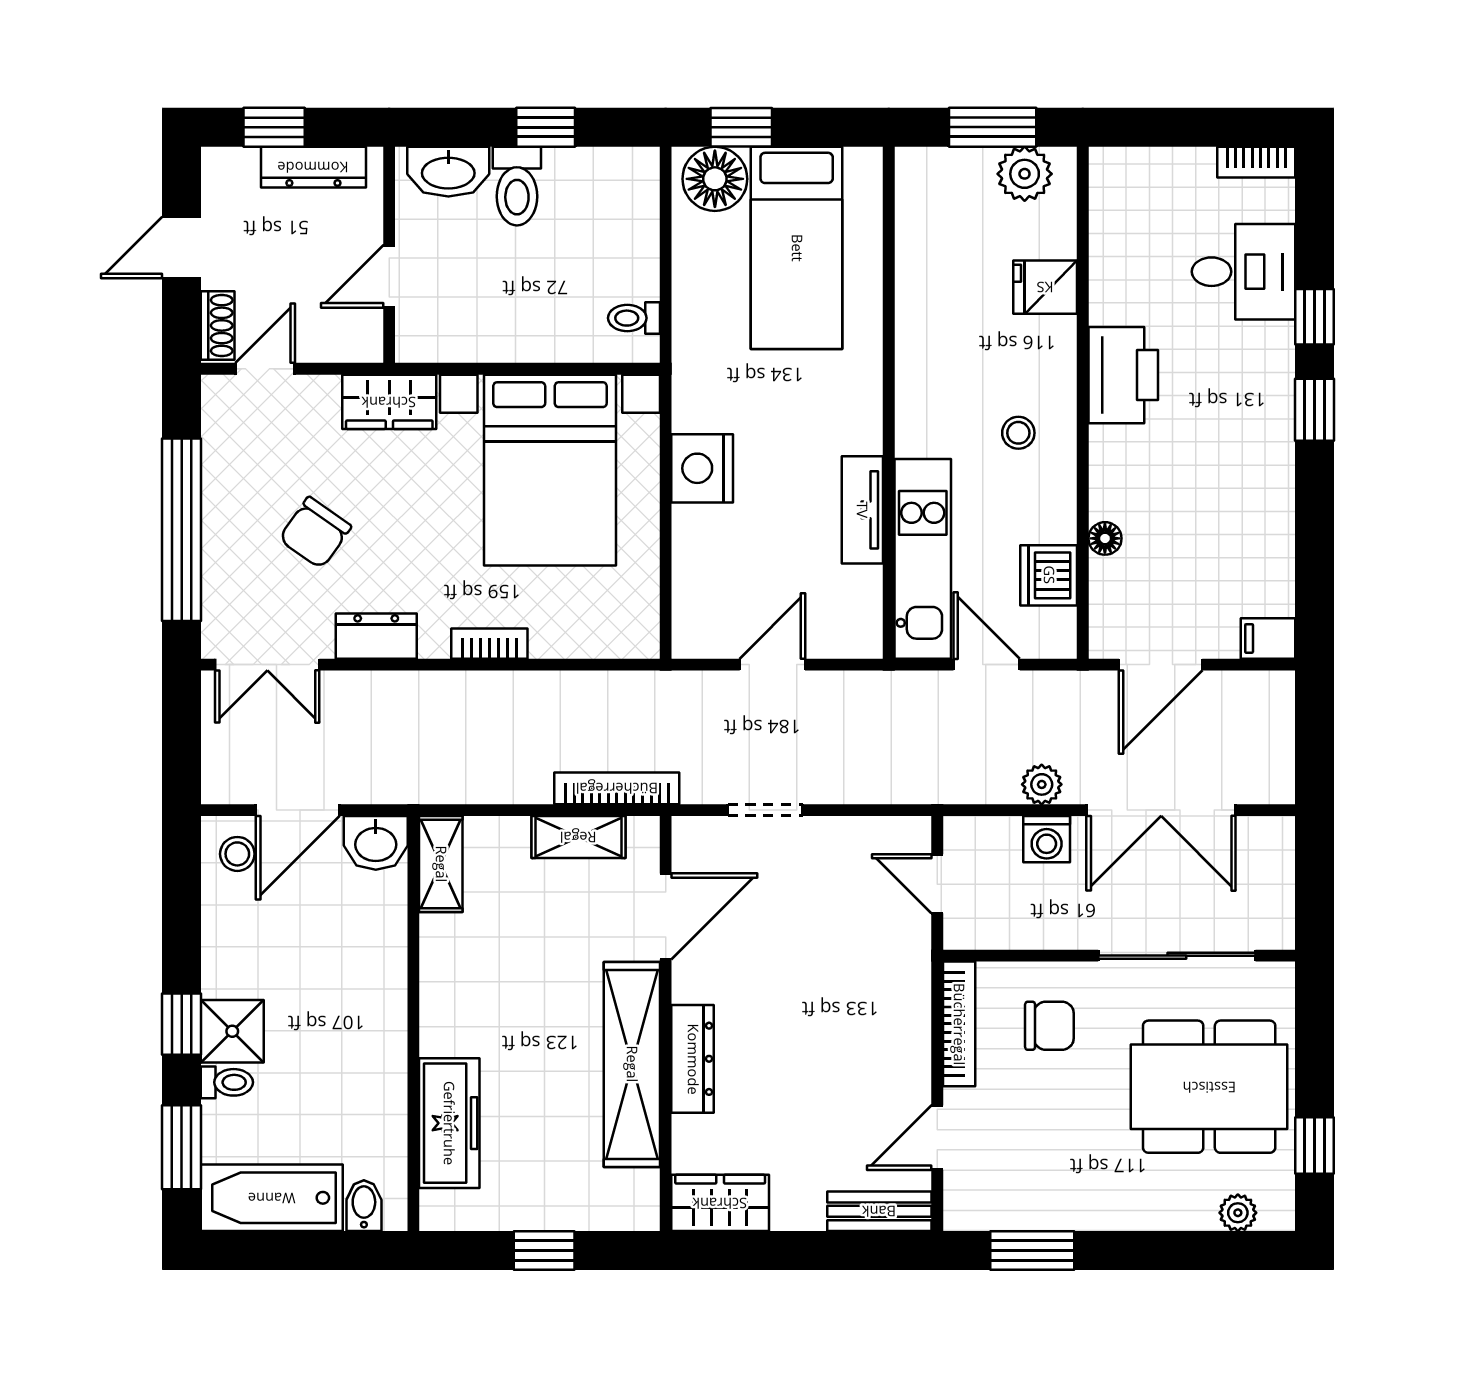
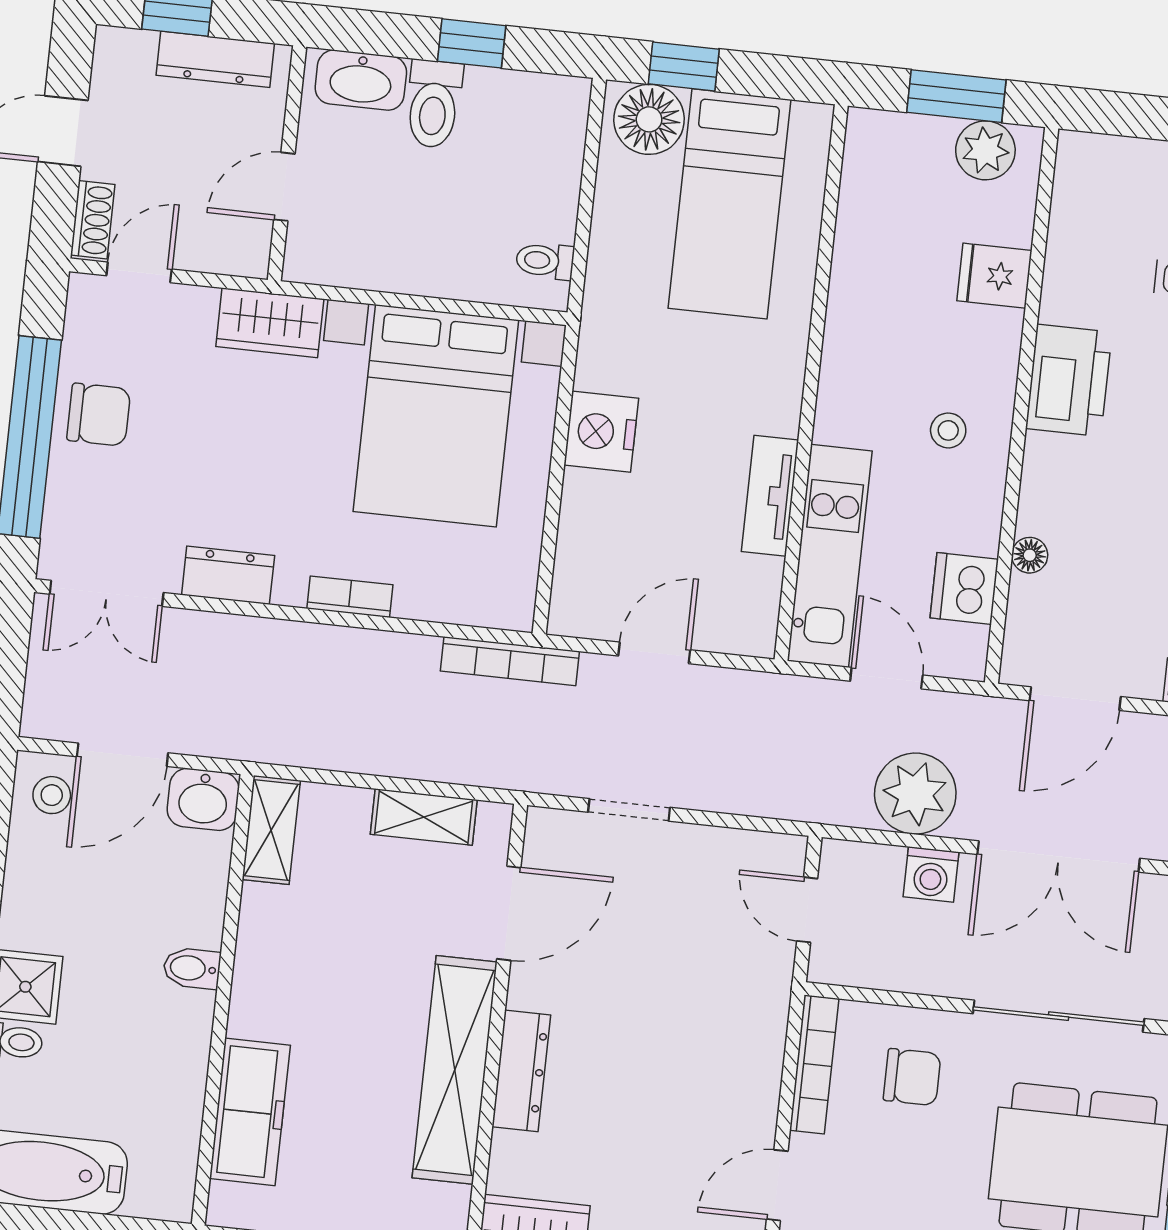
chair: (315, 533) -> (99, 415), moved, turned -125
plant: (1042, 784) -> (915, 794), width x1.87, depth x1.87
bookcase: (617, 788) -> (510, 661), moved, turned 180
bidet: (364, 1206) -> (192, 968), moved, turned -90

